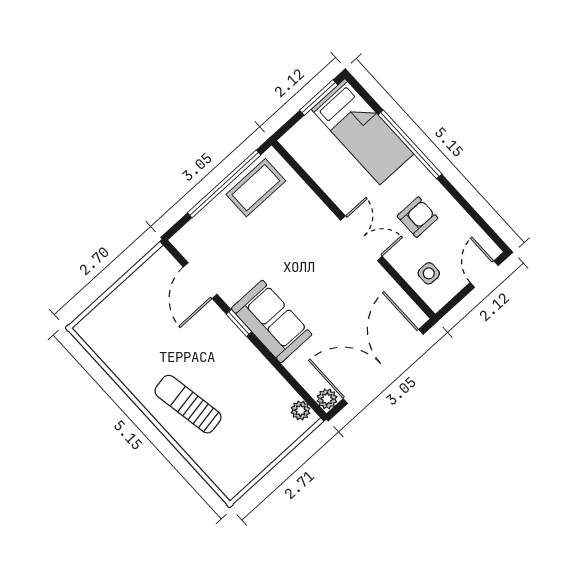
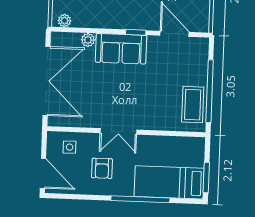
door: (484, 274) -> (43, 173), width x1.38
plant: (327, 399) -> (88, 40), moved

